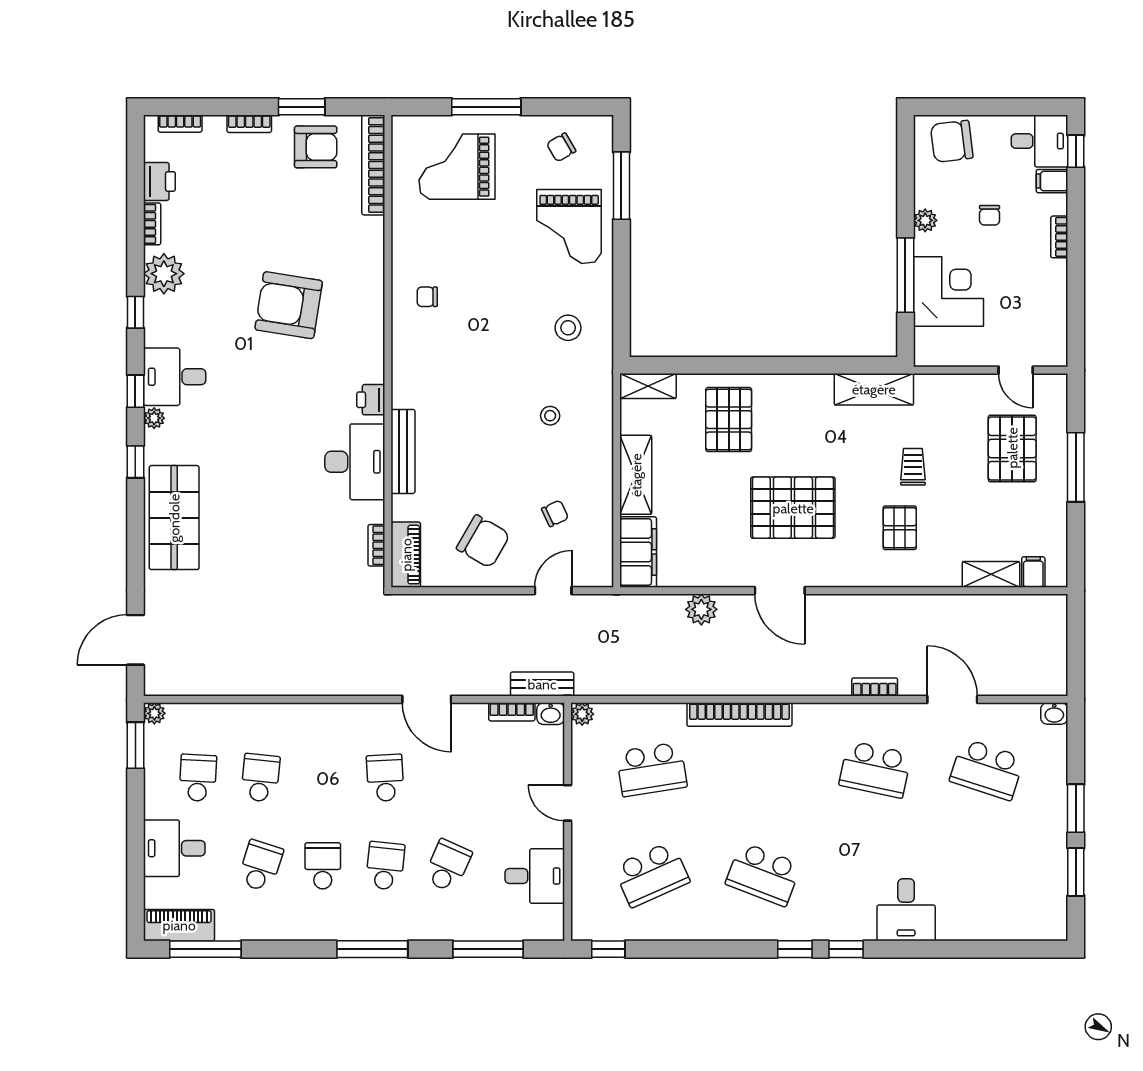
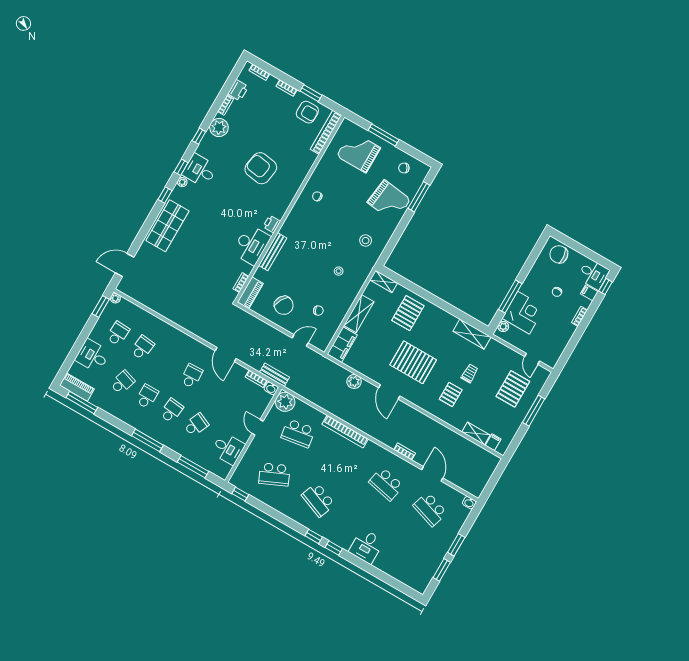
plant: (925, 220) -> (503, 326), moved
grand piano: (569, 227) -> (389, 201), turned -83
plant: (582, 714) -> (285, 402), width x1.88, depth x1.88

